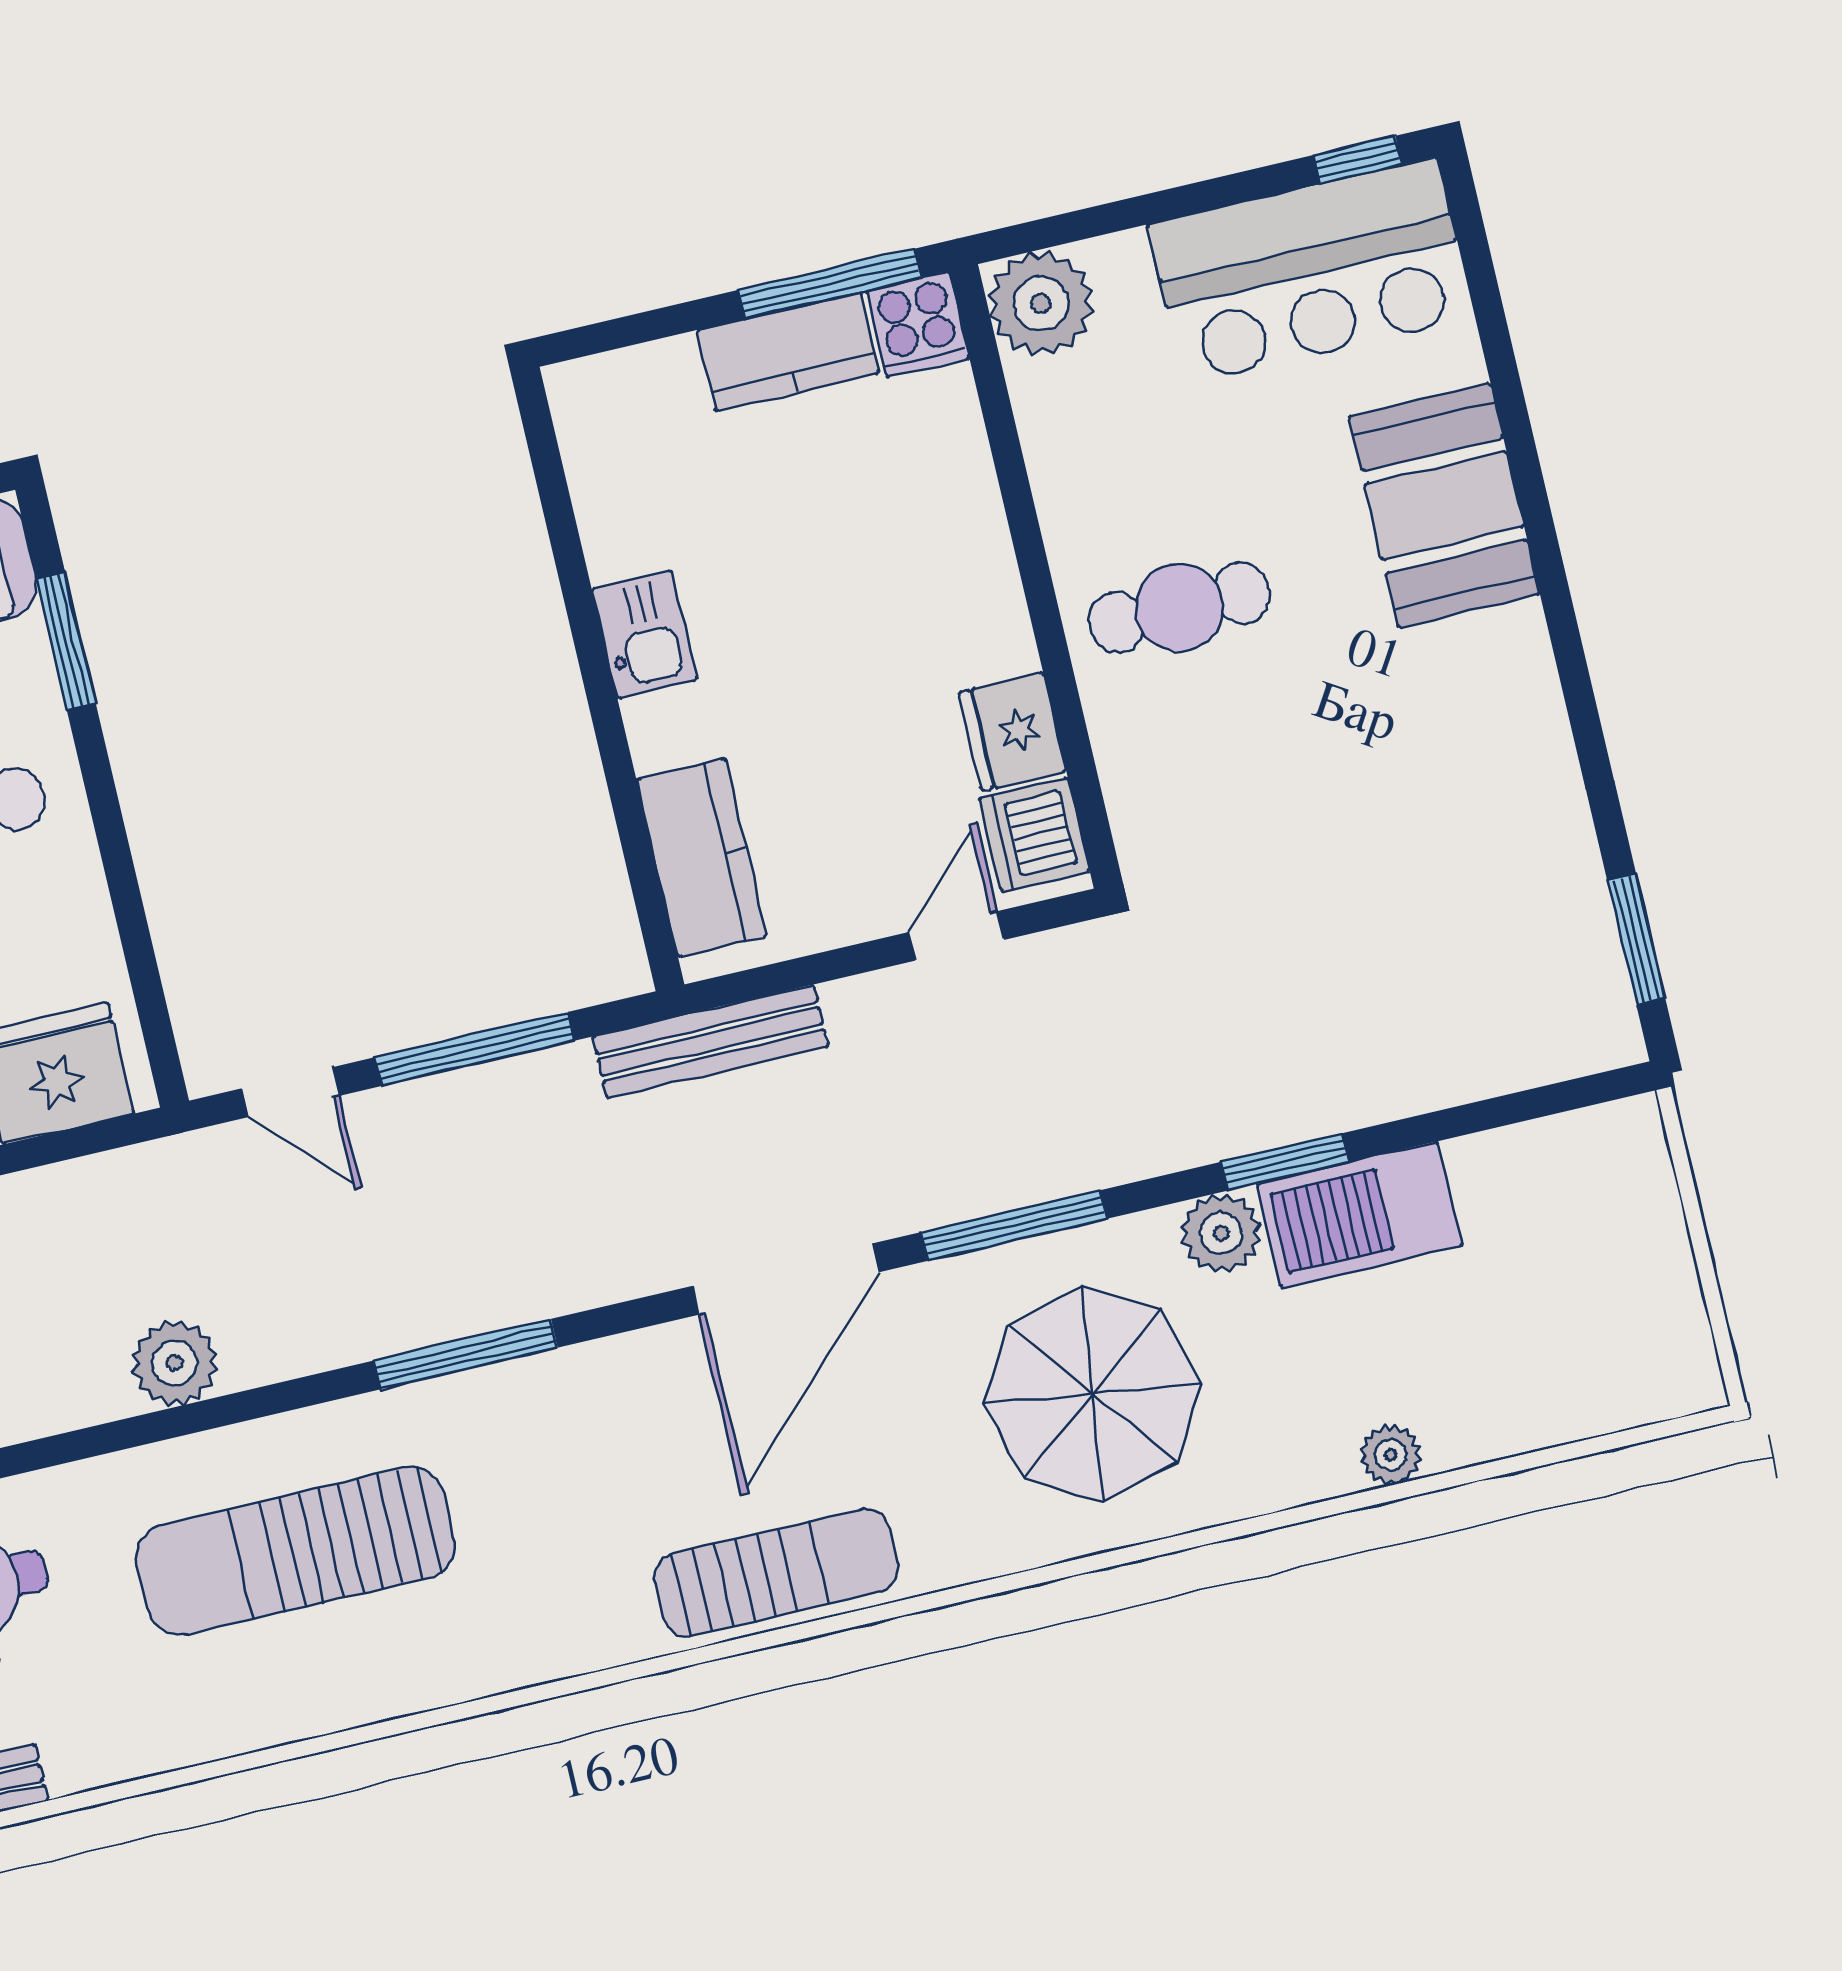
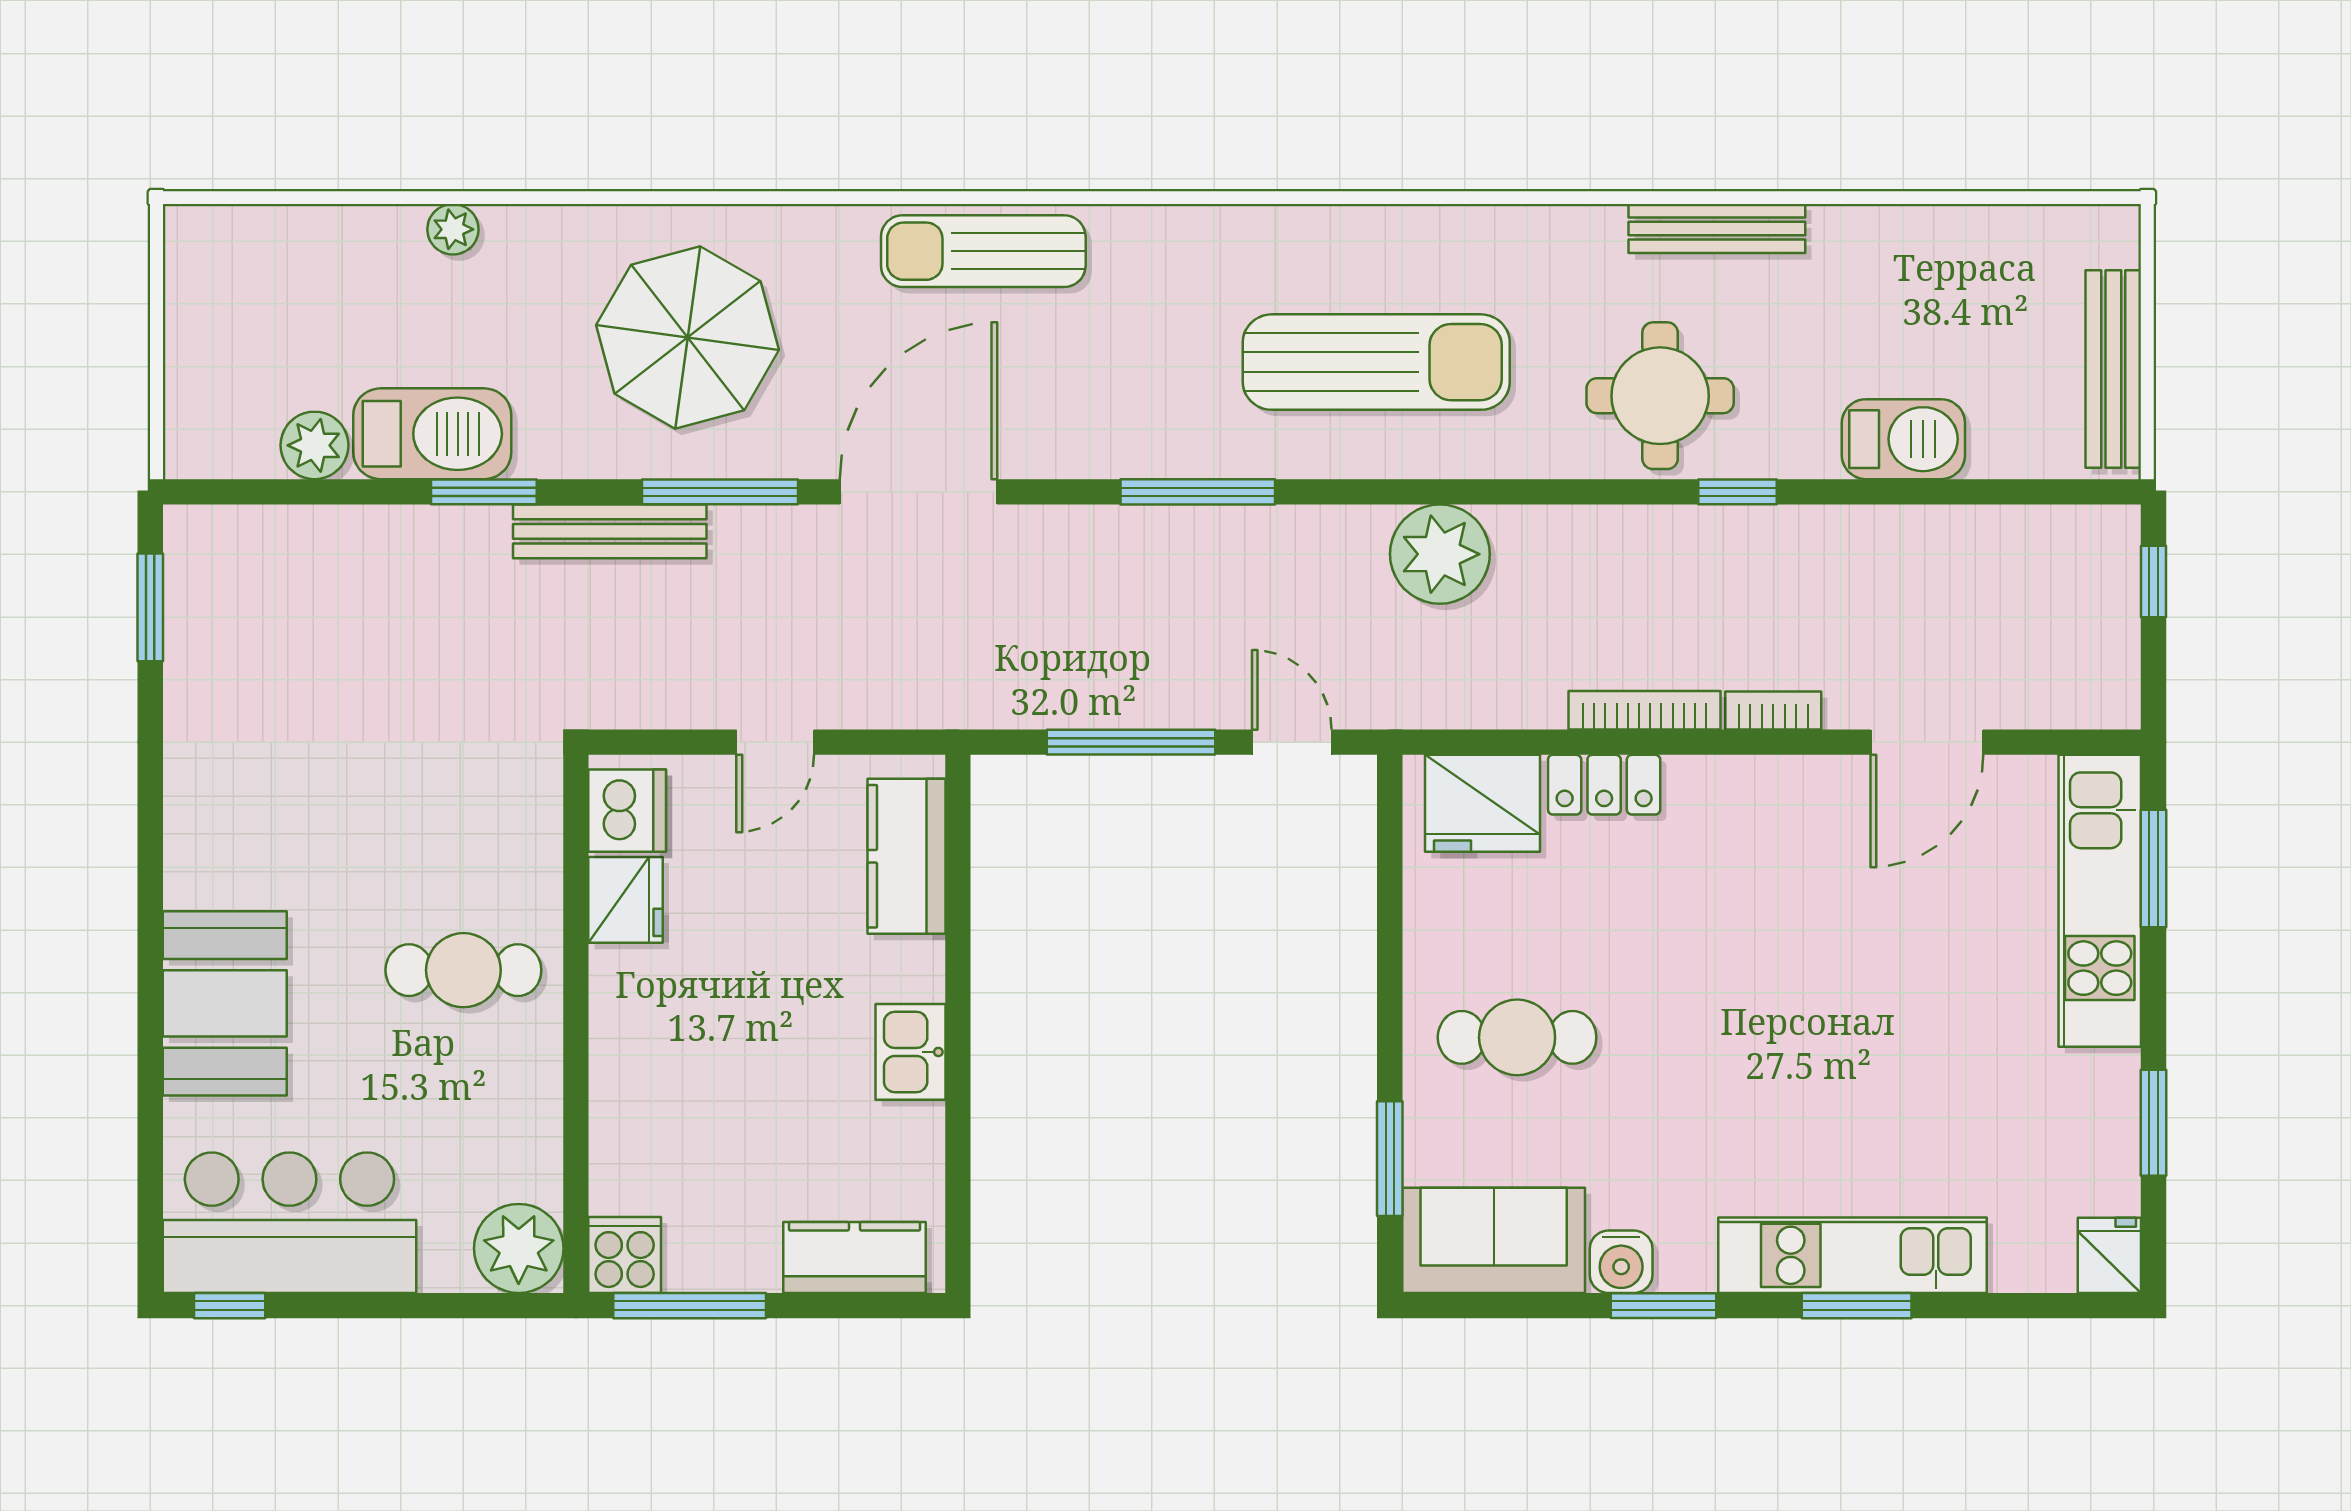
kitchen counter: (788, 352) -> (854, 1258), moved
door: (956, 936) -> (775, 742), moved
bench: (710, 1041) -> (610, 531), moved
plant: (1221, 1233) -> (314, 445), moved
plant: (175, 1363) -> (1440, 554), width x1.36, depth x1.36

